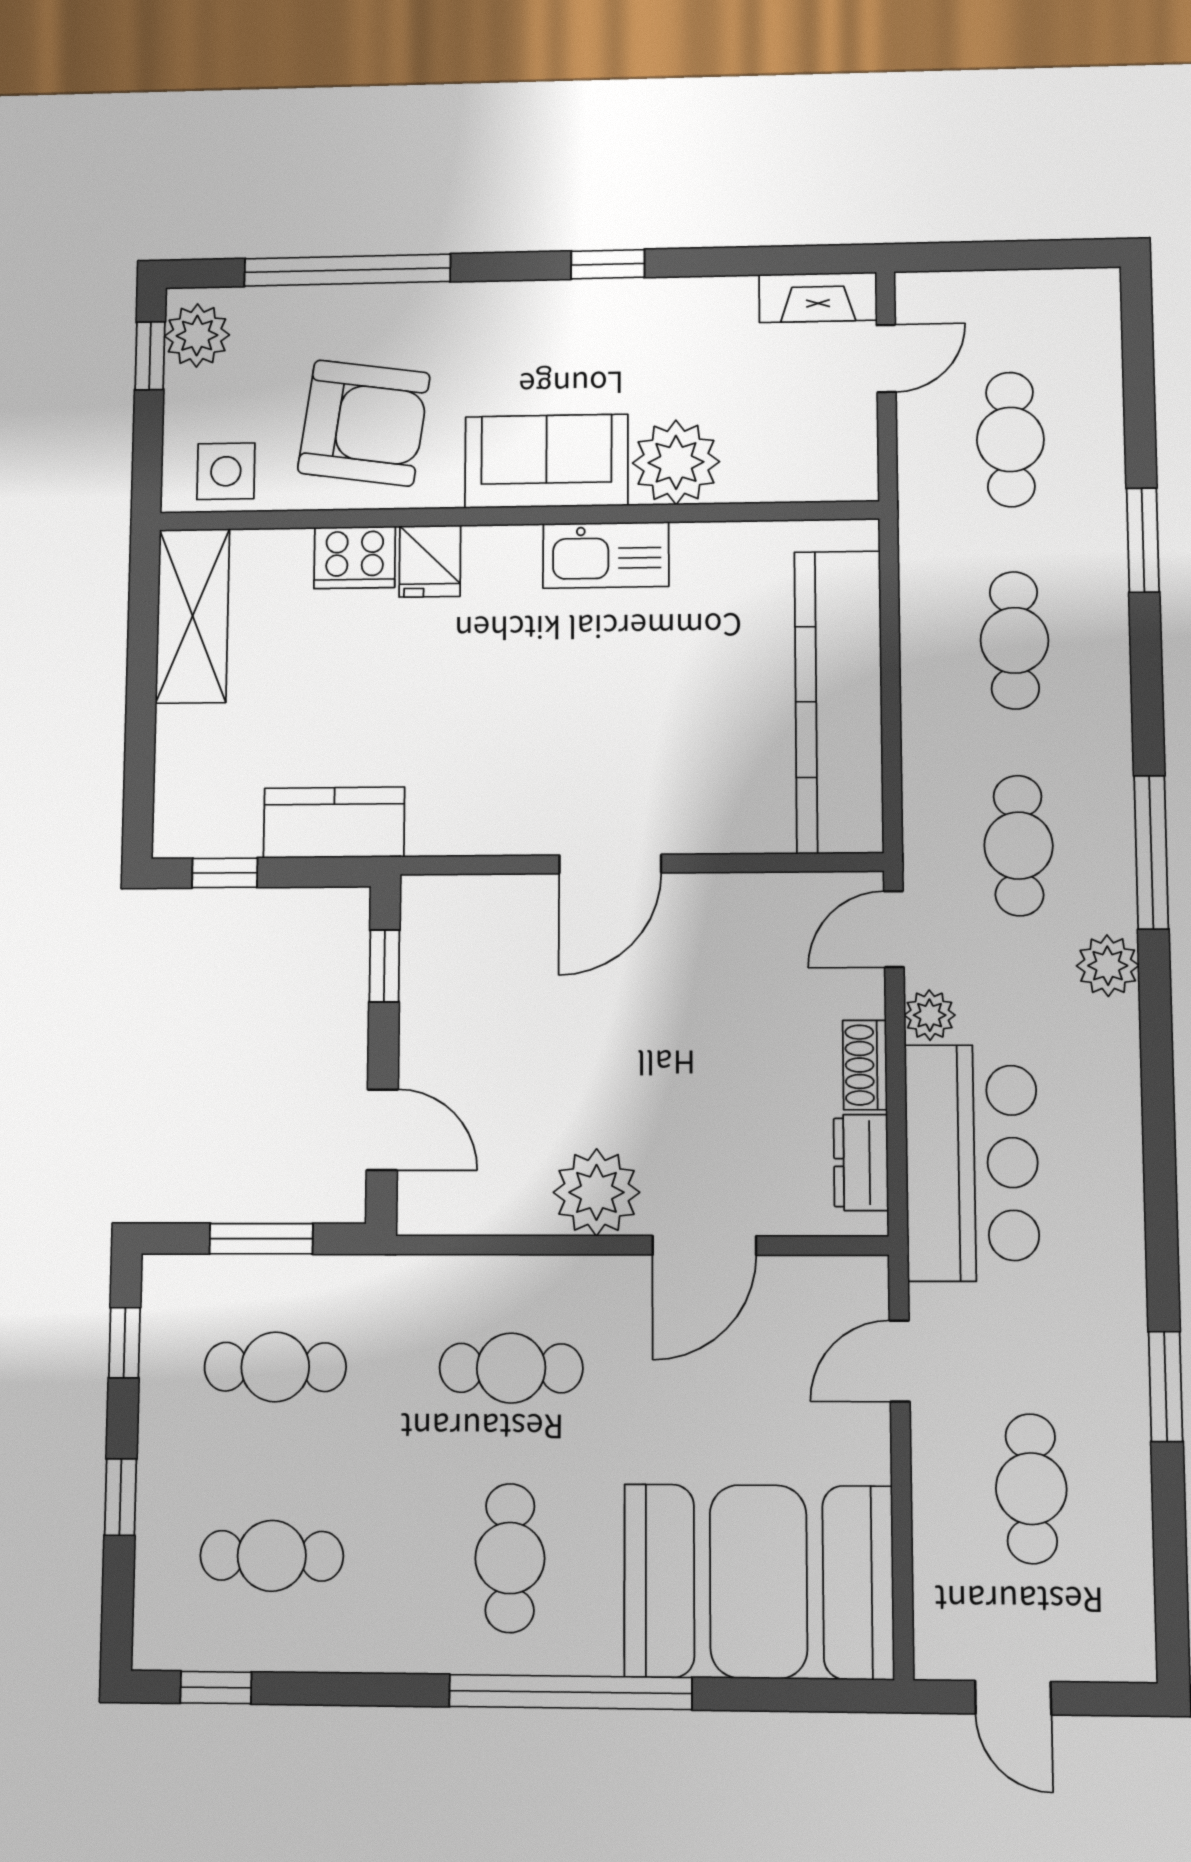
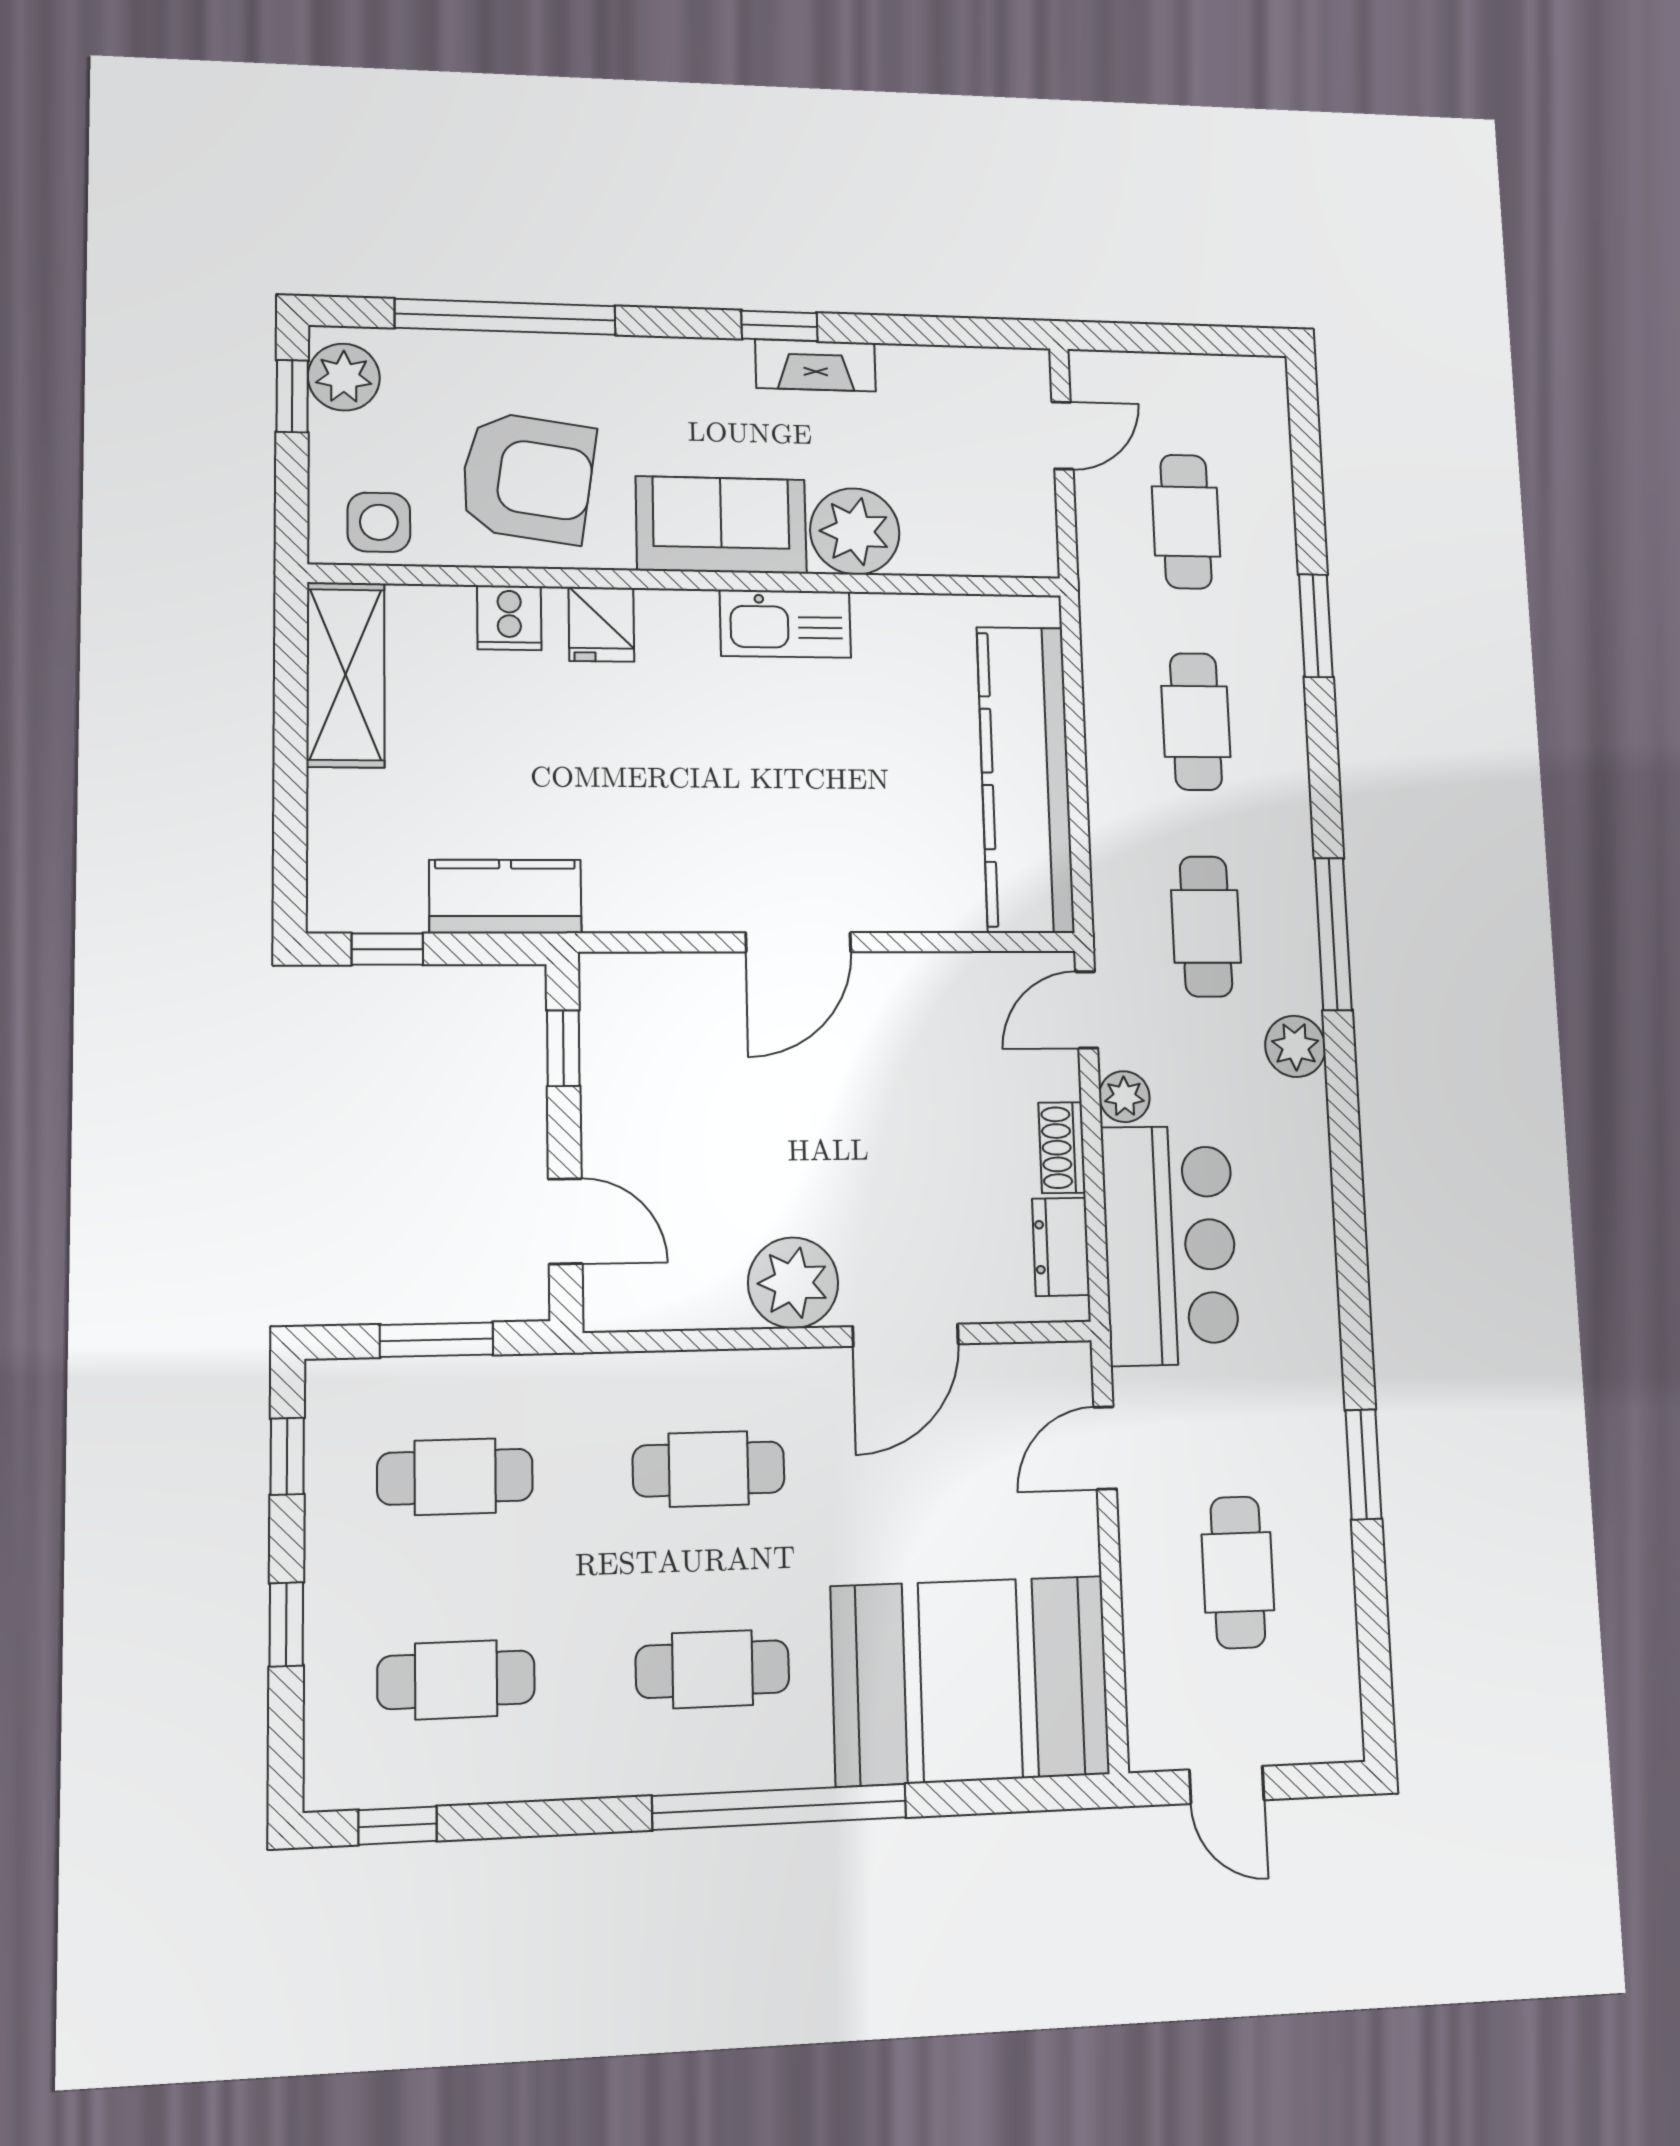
fireplace: (818, 297) -> (816, 365), moved
cooker: (355, 557) -> (509, 618), width x0.73
cafe table: (510, 1558) -> (713, 1669), turned 90

